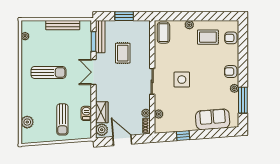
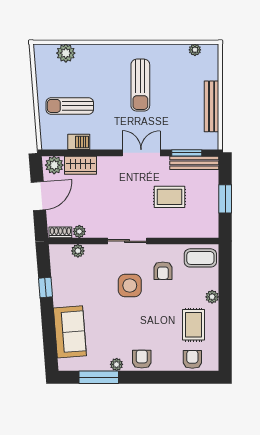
armchair: (172, 57) -> (163, 271), added

